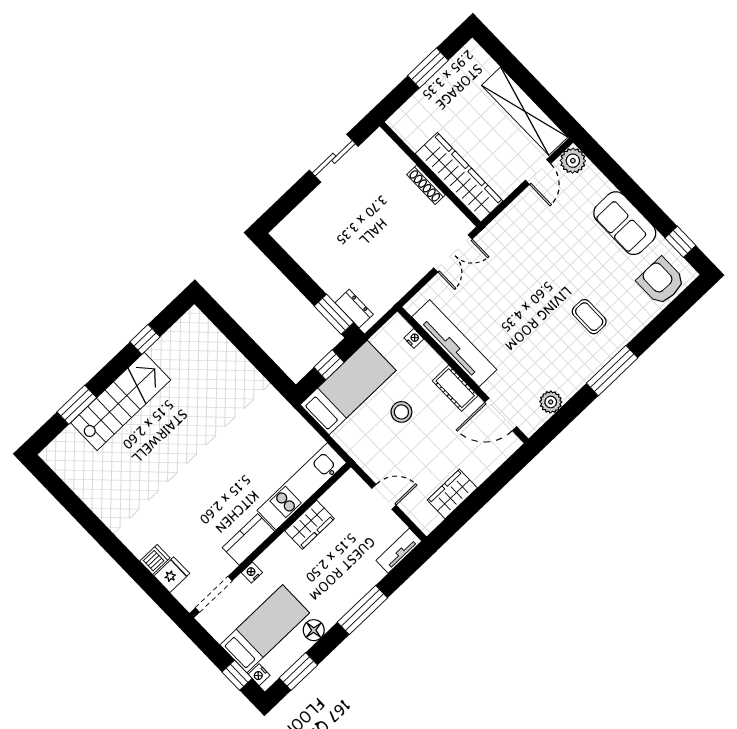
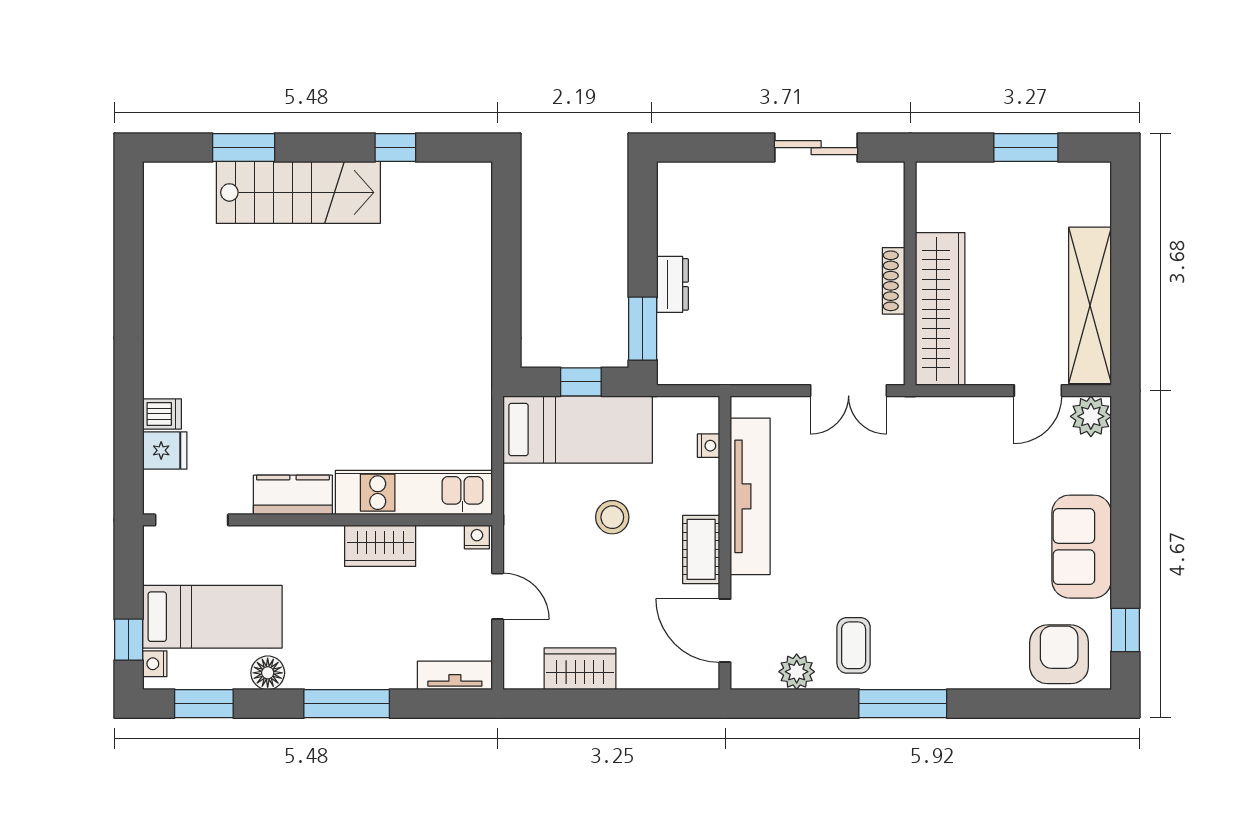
dresser: (354, 309) -> (672, 284), moved
coffee table: (589, 317) -> (854, 645), moved
nightstand: (252, 572) -> (477, 537), moved

